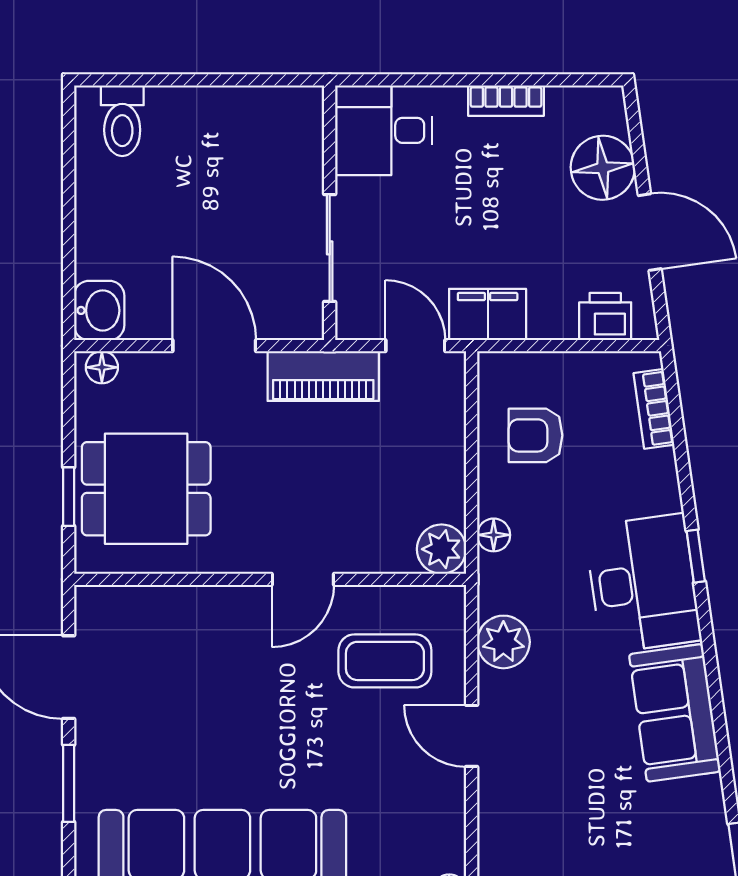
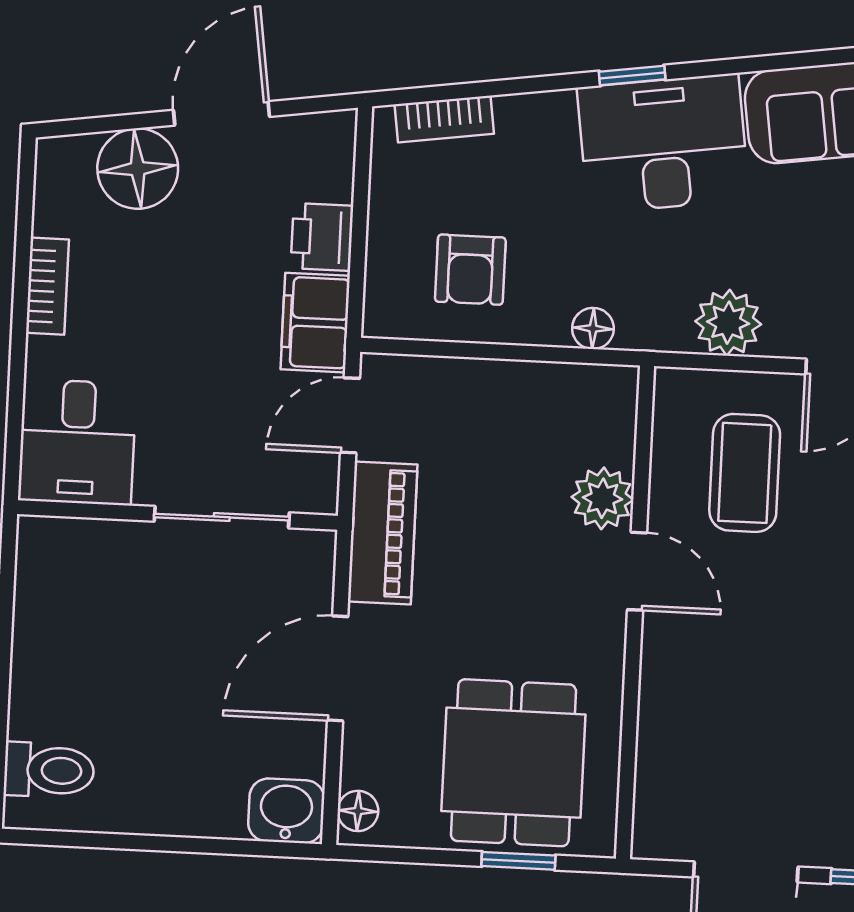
printer: (605, 317) -> (322, 237), moved
plant: (442, 549) -> (603, 498), moved

